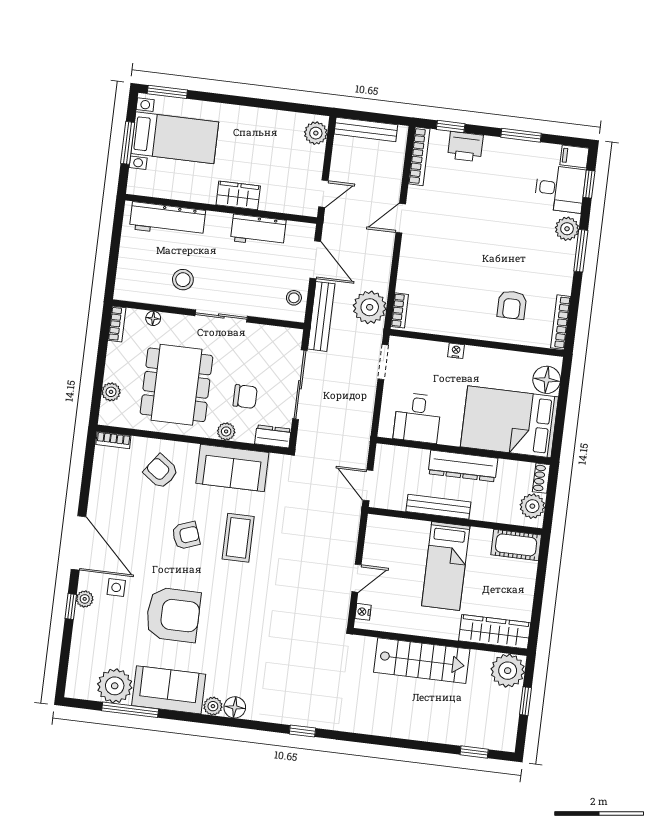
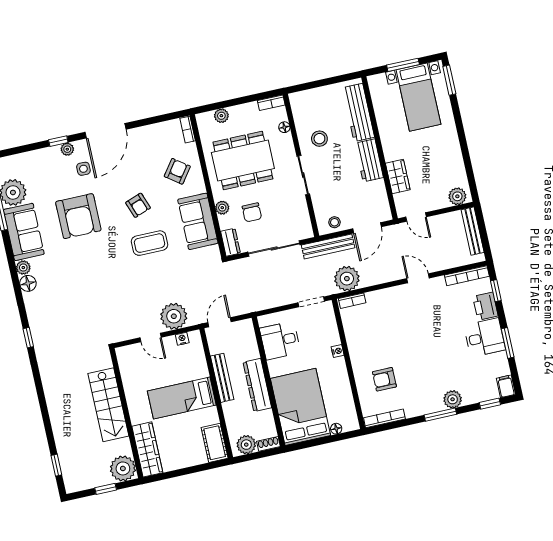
desk: (560, 189) -> (485, 338), moved, turned -90
wardrobe: (238, 195) -> (398, 176), moved
workbench: (258, 231) -> (369, 160), moved
floor lamp: (547, 380) -> (336, 429), width x0.53, depth x0.53
plant: (340, 540) -> (174, 316), added
nightstand: (363, 612) -> (182, 339), moved

